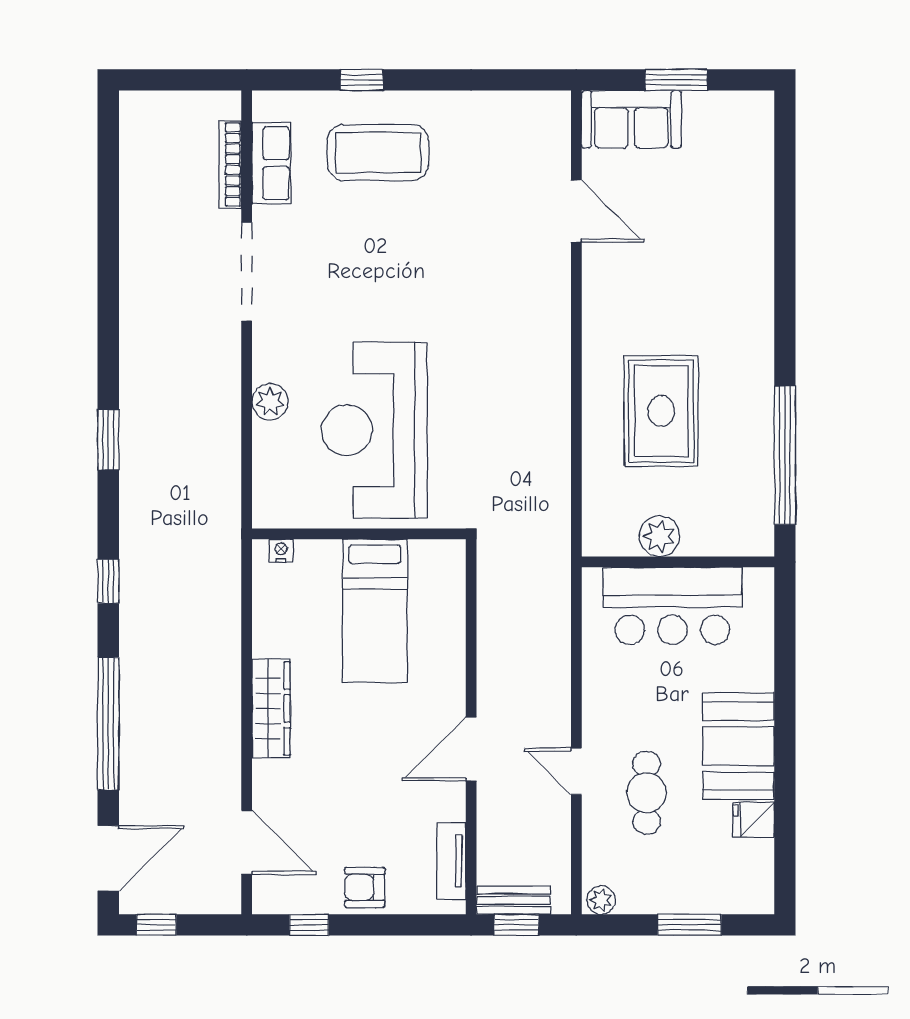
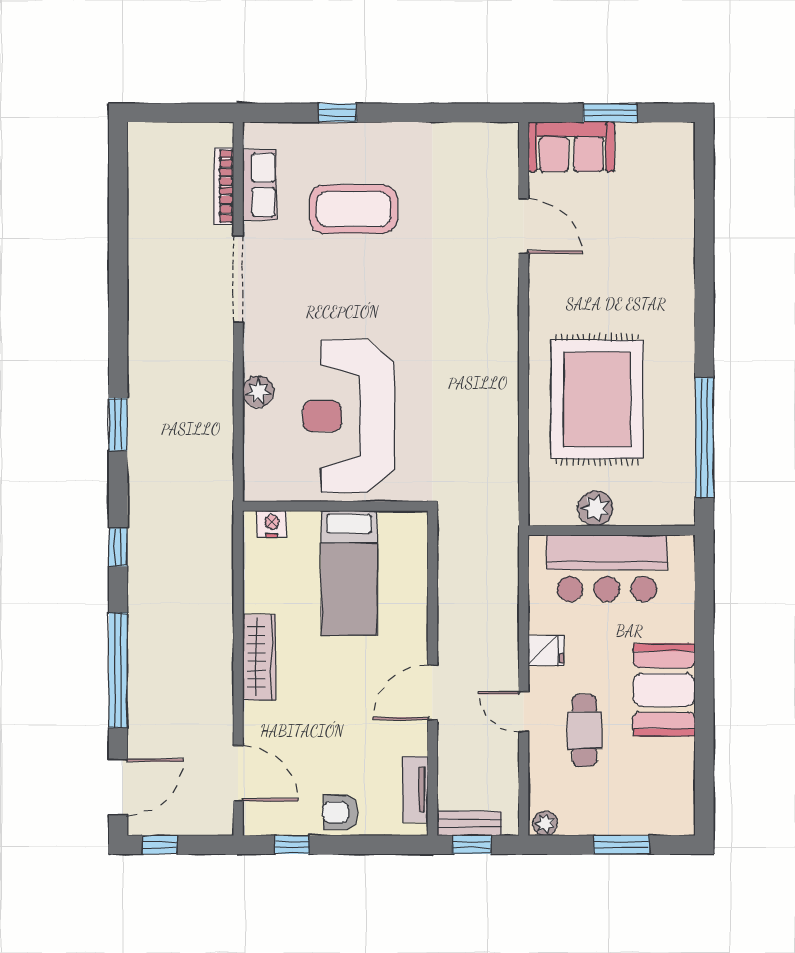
coffee table: (378, 153) -> (353, 209), moved
rug: (661, 411) -> (597, 400), width x1.37, depth x1.44
nightstand: (281, 551) -> (272, 524), width x1.39, depth x1.35
fridge: (754, 820) -> (546, 651), moved, turned 180

